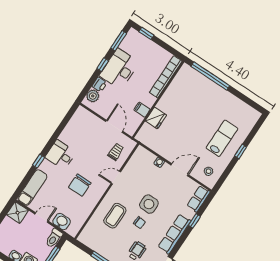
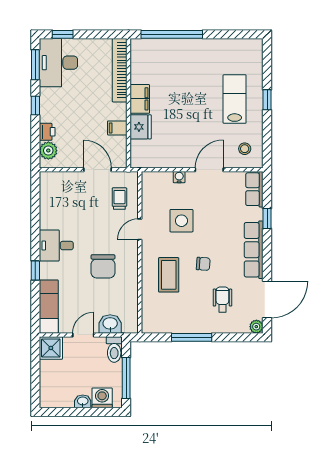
desk: (119, 69) -> (58, 63), moved
filing cabinet: (166, 101) -> (140, 99), added
side table: (149, 204) -> (181, 221), moved

